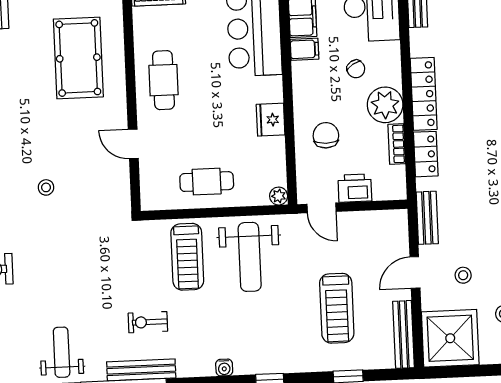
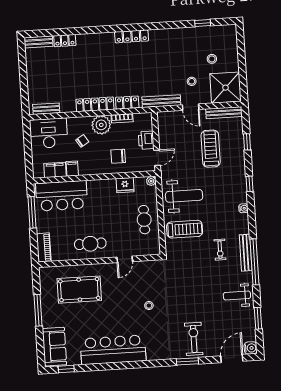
fridge: (271, 120) -> (125, 185), moved
bench: (427, 218) -> (161, 101), width x1.36
treadmill: (337, 308) -> (211, 149), turned -90

